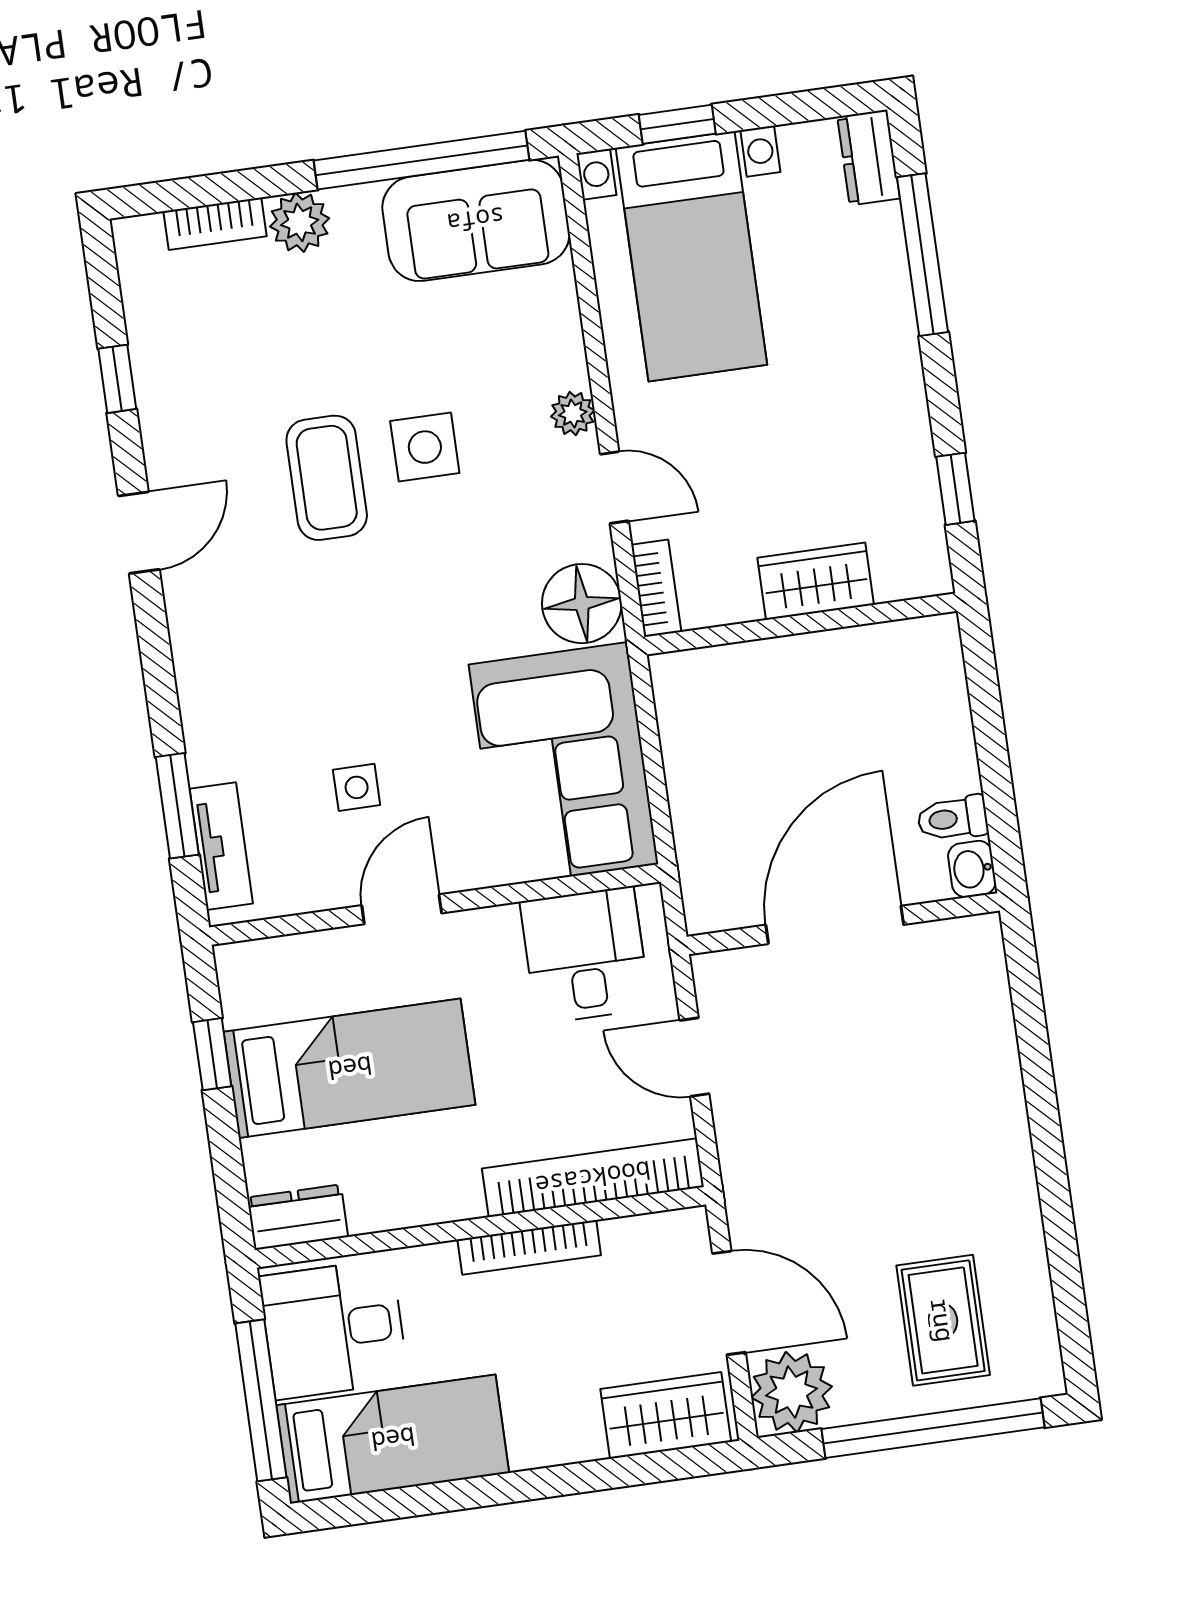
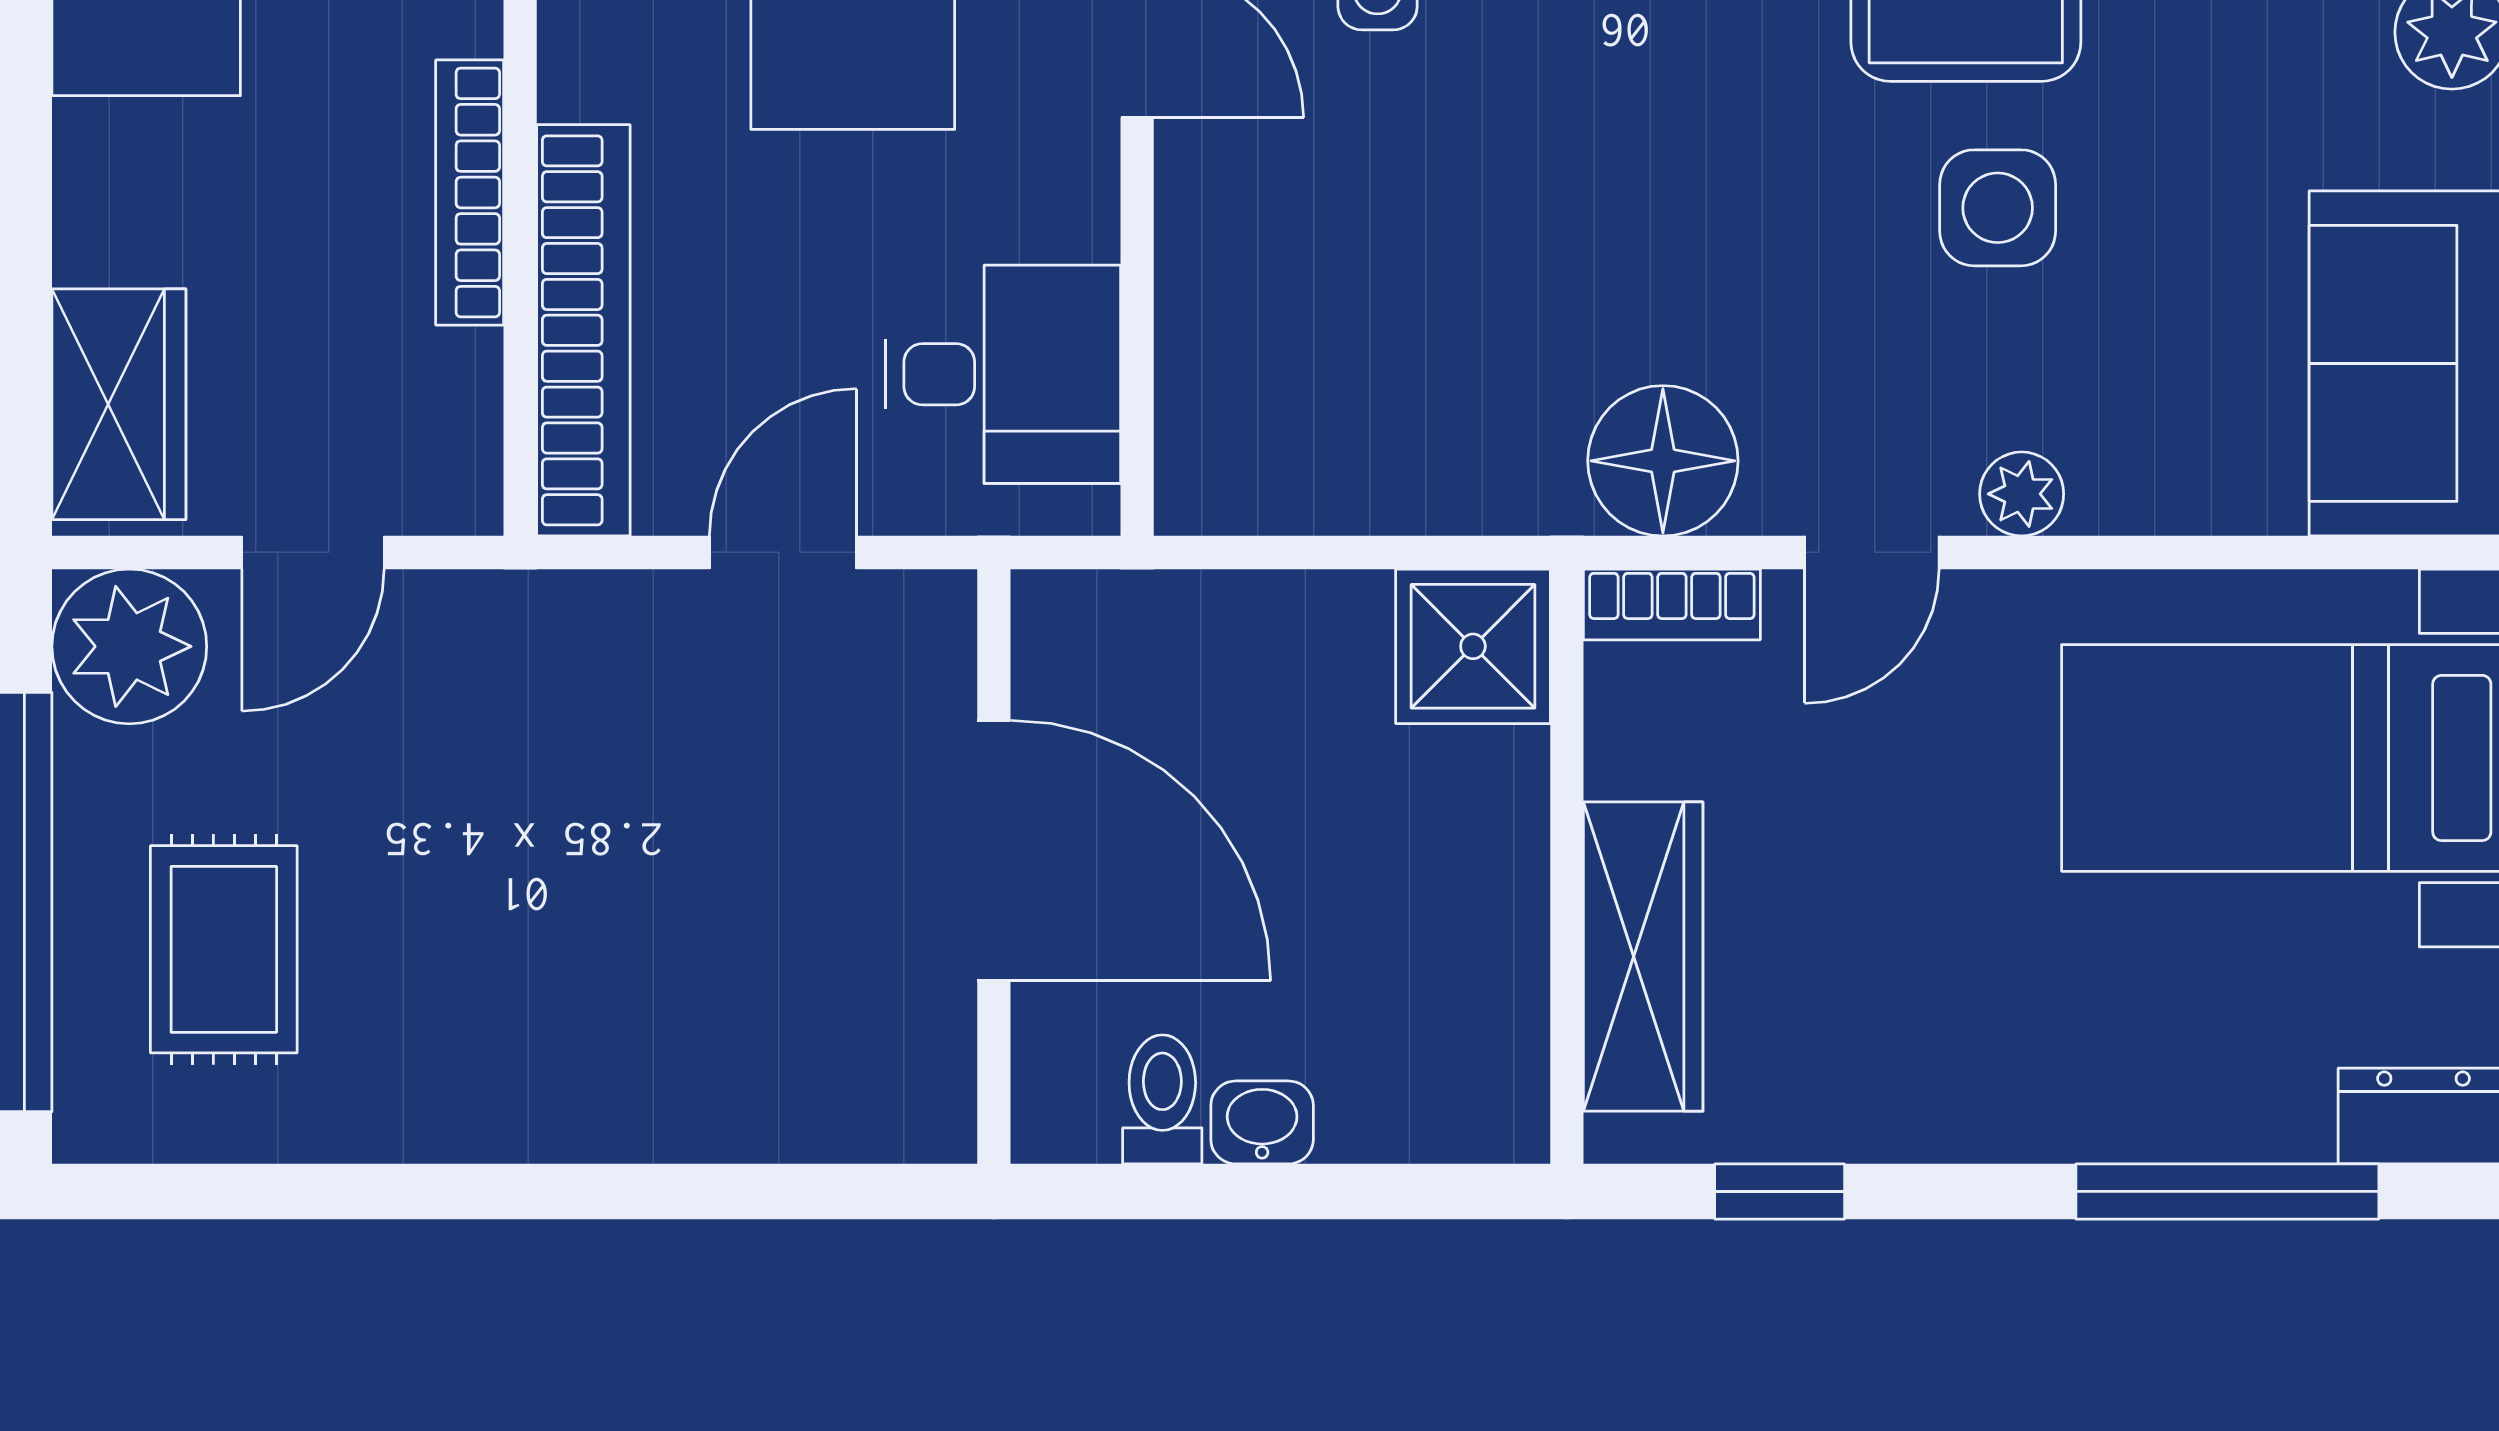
wardrobe: (816, 581) -> (1643, 957), width x1.50
shower: (693, 689) -> (1473, 646), added
corner sofa: (564, 764) -> (1366, 384), removed
washbasin: (972, 869) -> (1262, 1122), moved
door: (729, 1303) -> (313, 552), width x0.73
rug: (943, 1320) -> (224, 949), turned 90

